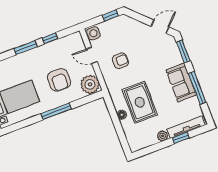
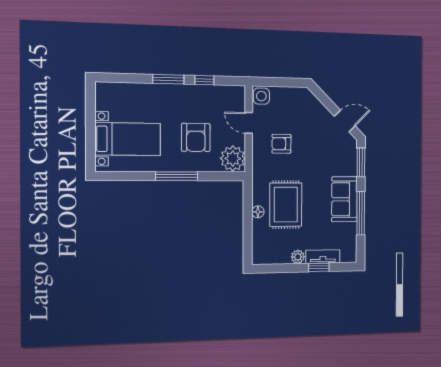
window: (110, 15) -> (290, 83), removed
armchair: (120, 61) -> (281, 144), turned 180
tv unit: (186, 127) -> (323, 257), width x0.71

